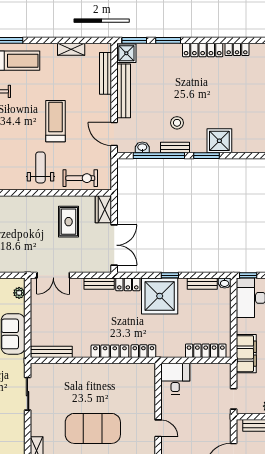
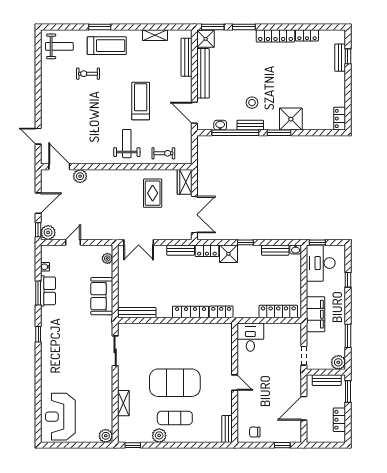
exercise bike: (80, 178) -> (163, 153), width x0.73, depth x0.72
shower: (160, 296) -> (228, 254), width x0.54, depth x0.54

